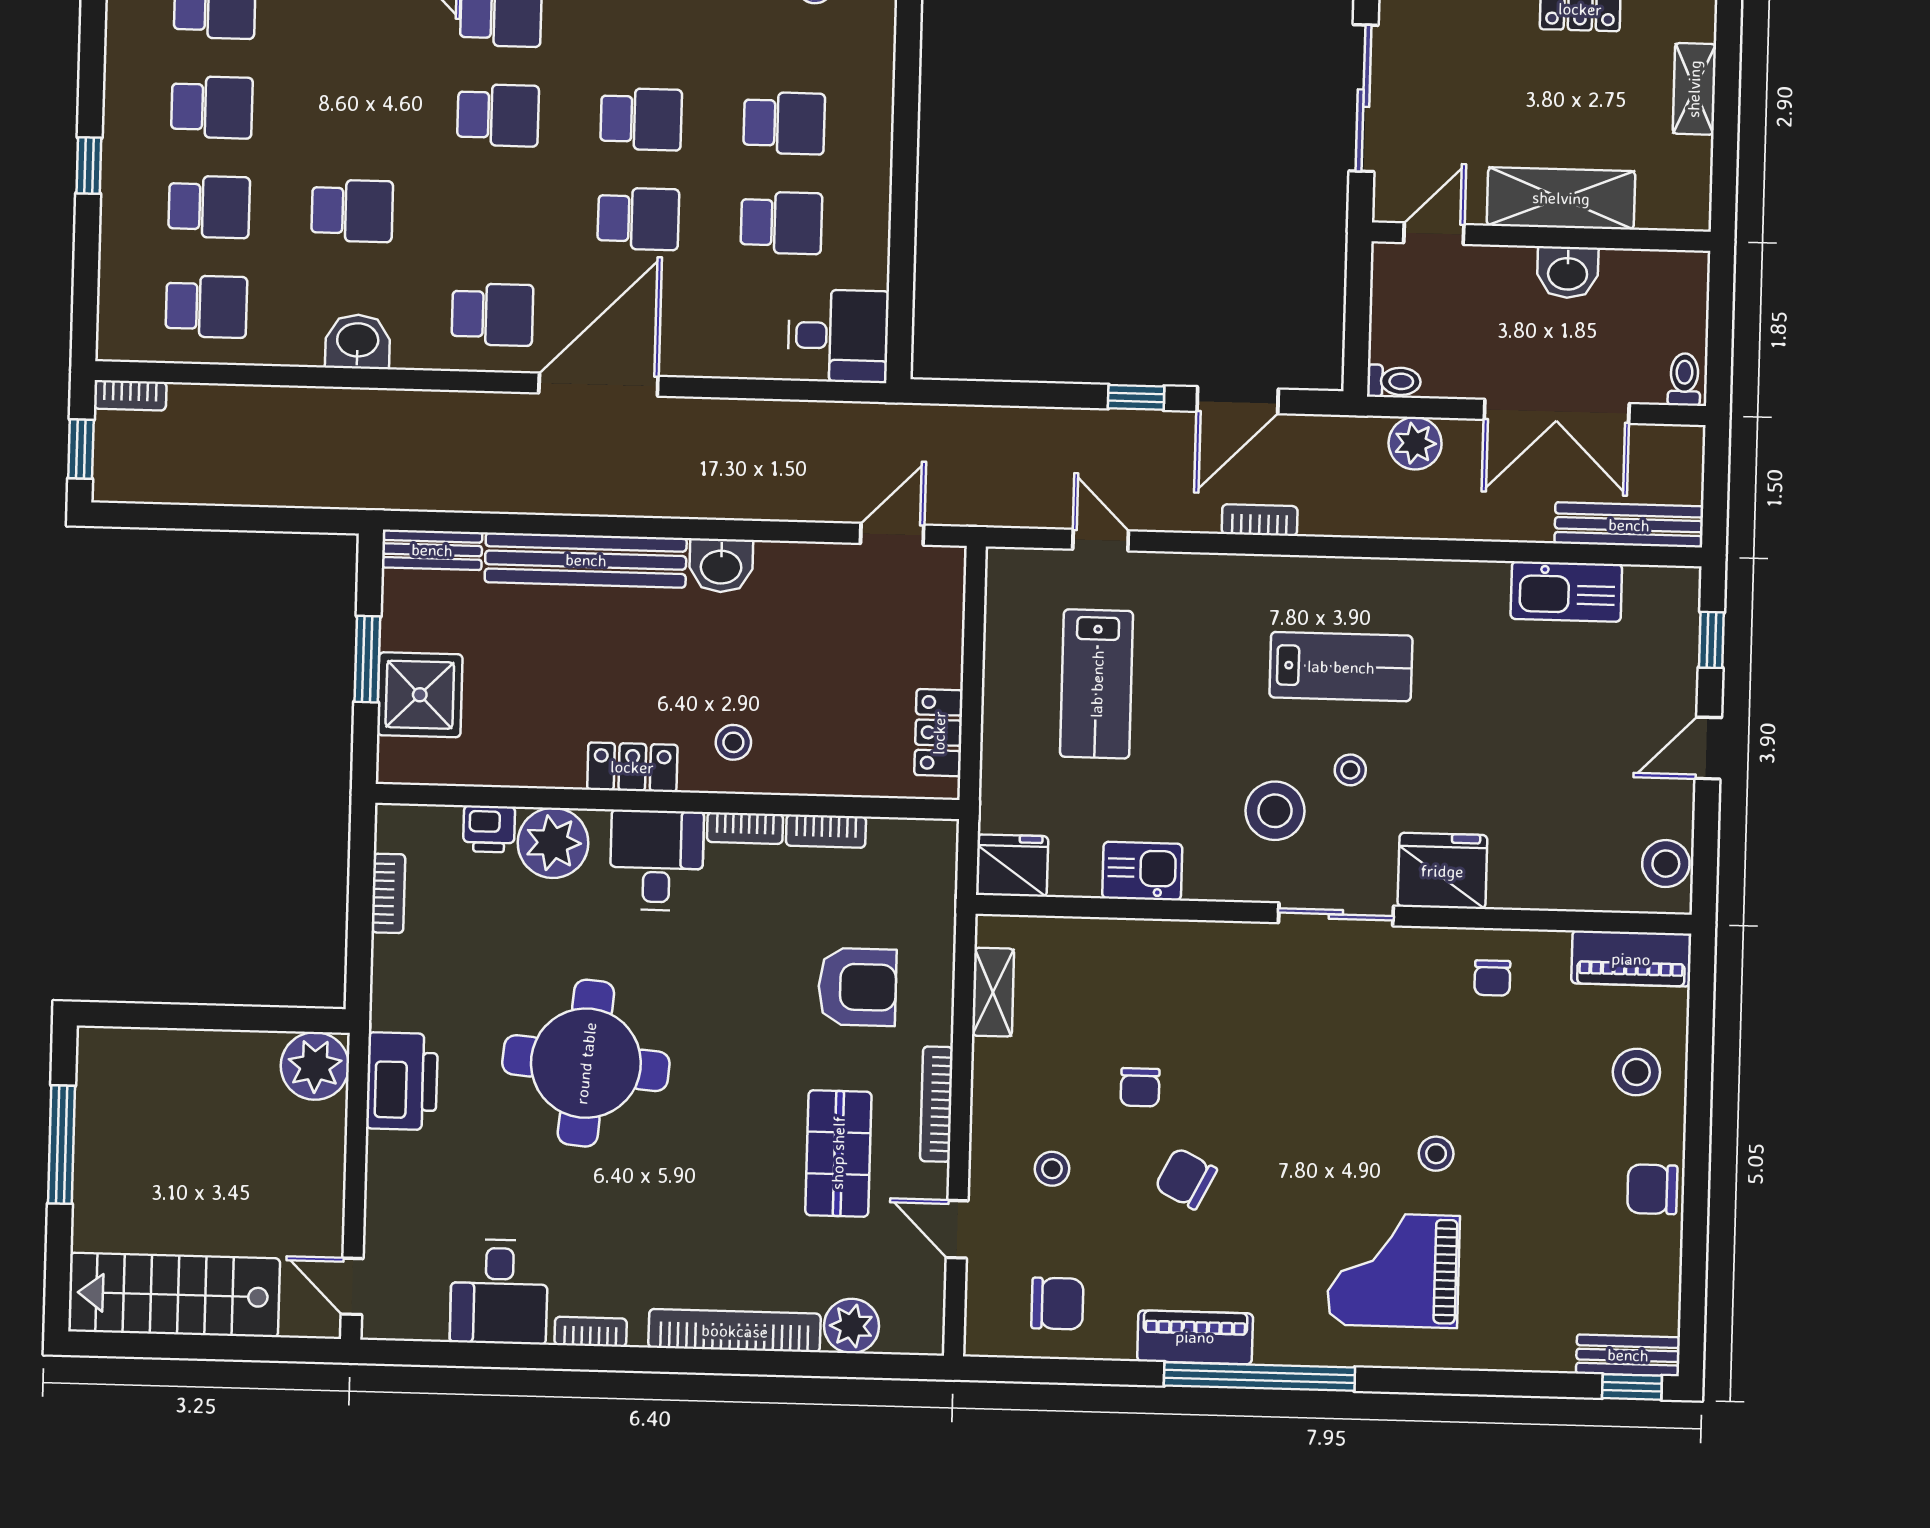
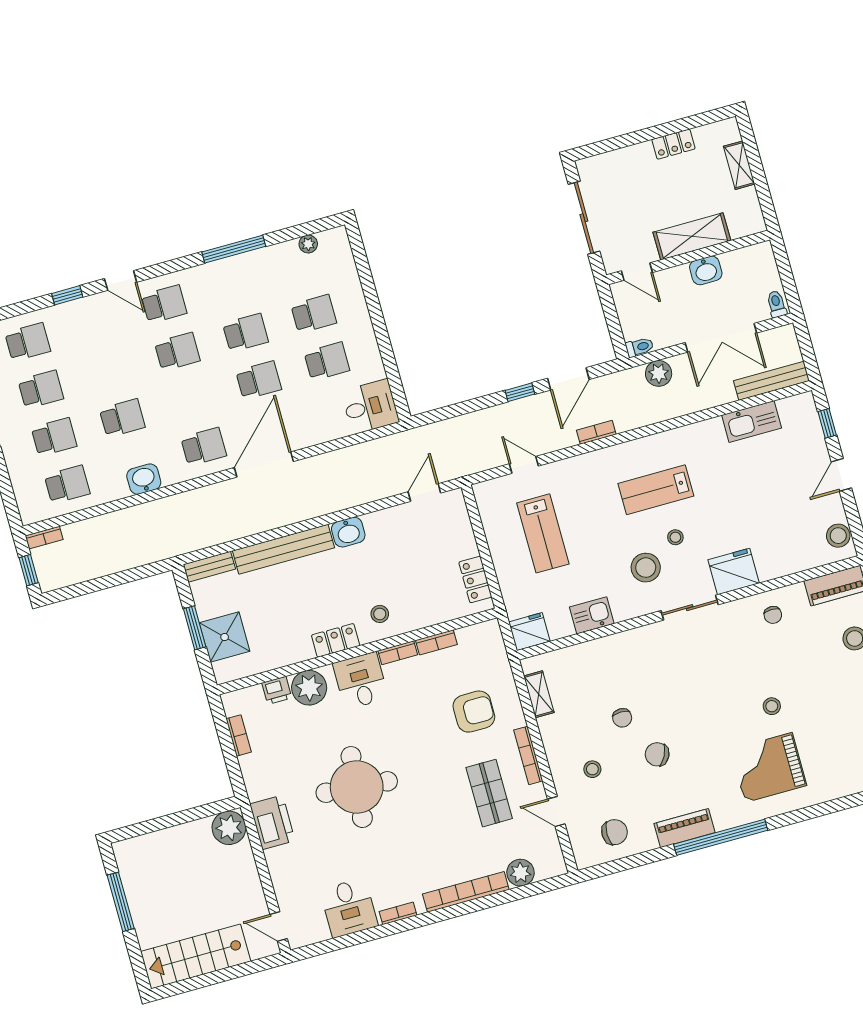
door: (1434, 234) -> (637, 272), swing flipped
lab bench: (1341, 667) -> (656, 490), turned 180

